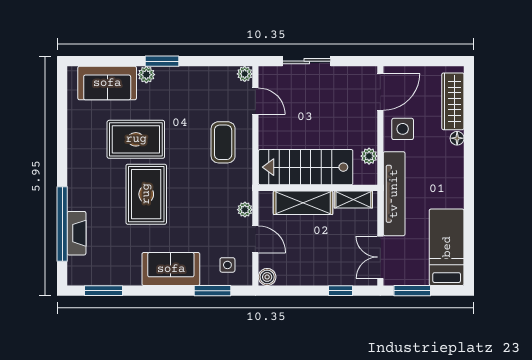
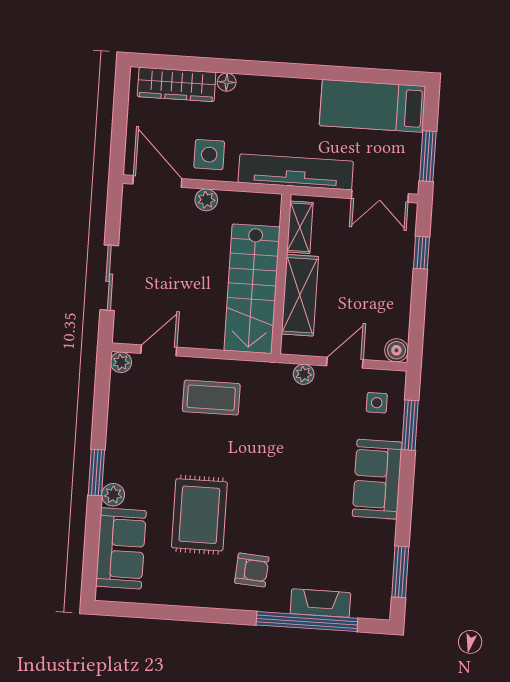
plant: (369, 156) -> (206, 200), moved
armchair: (98, 181) -> (252, 570), added
rug: (146, 194) -> (274, 506), removed

